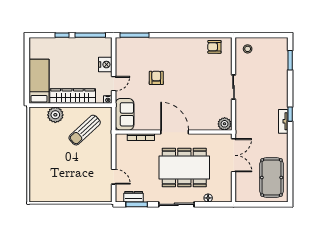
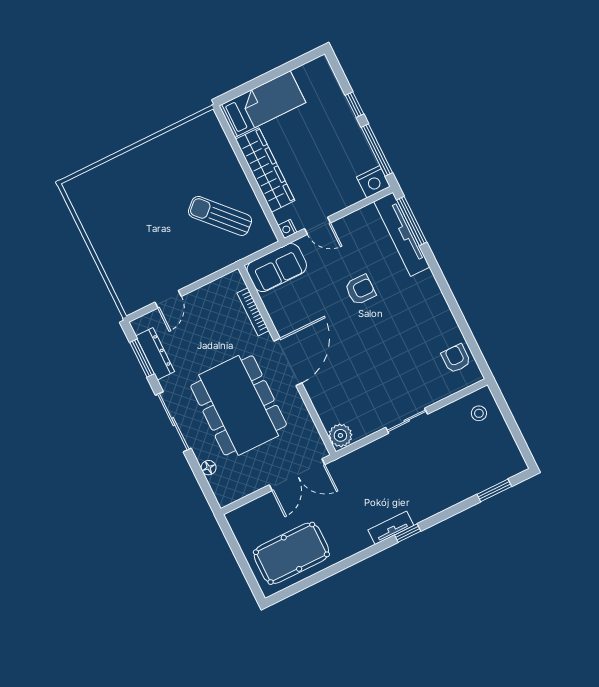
tv unit: (139, 43) -> (402, 234), added
nightstand: (105, 65) -> (373, 182), moved
plant: (55, 115) -> (221, 157), removed
dresser: (134, 197) -> (155, 354), width x1.44

